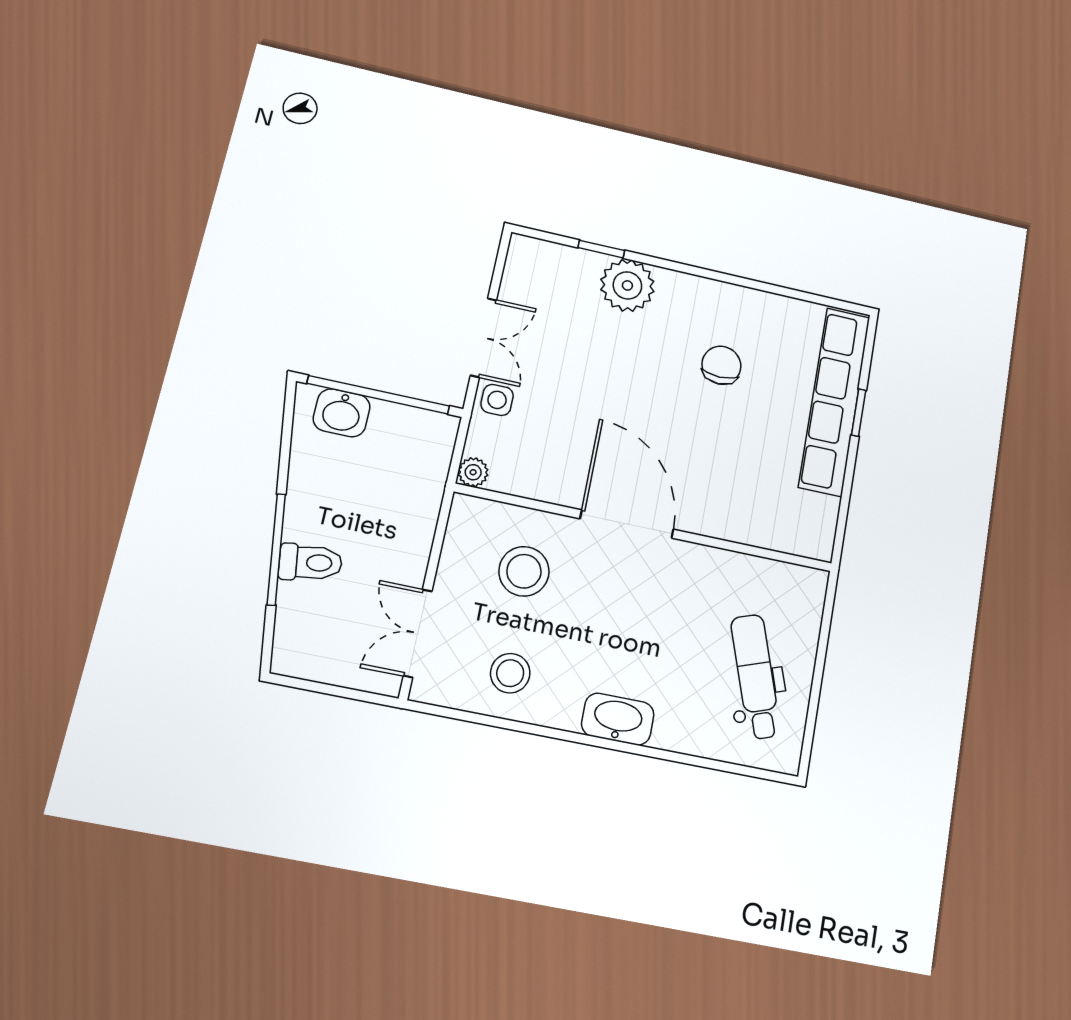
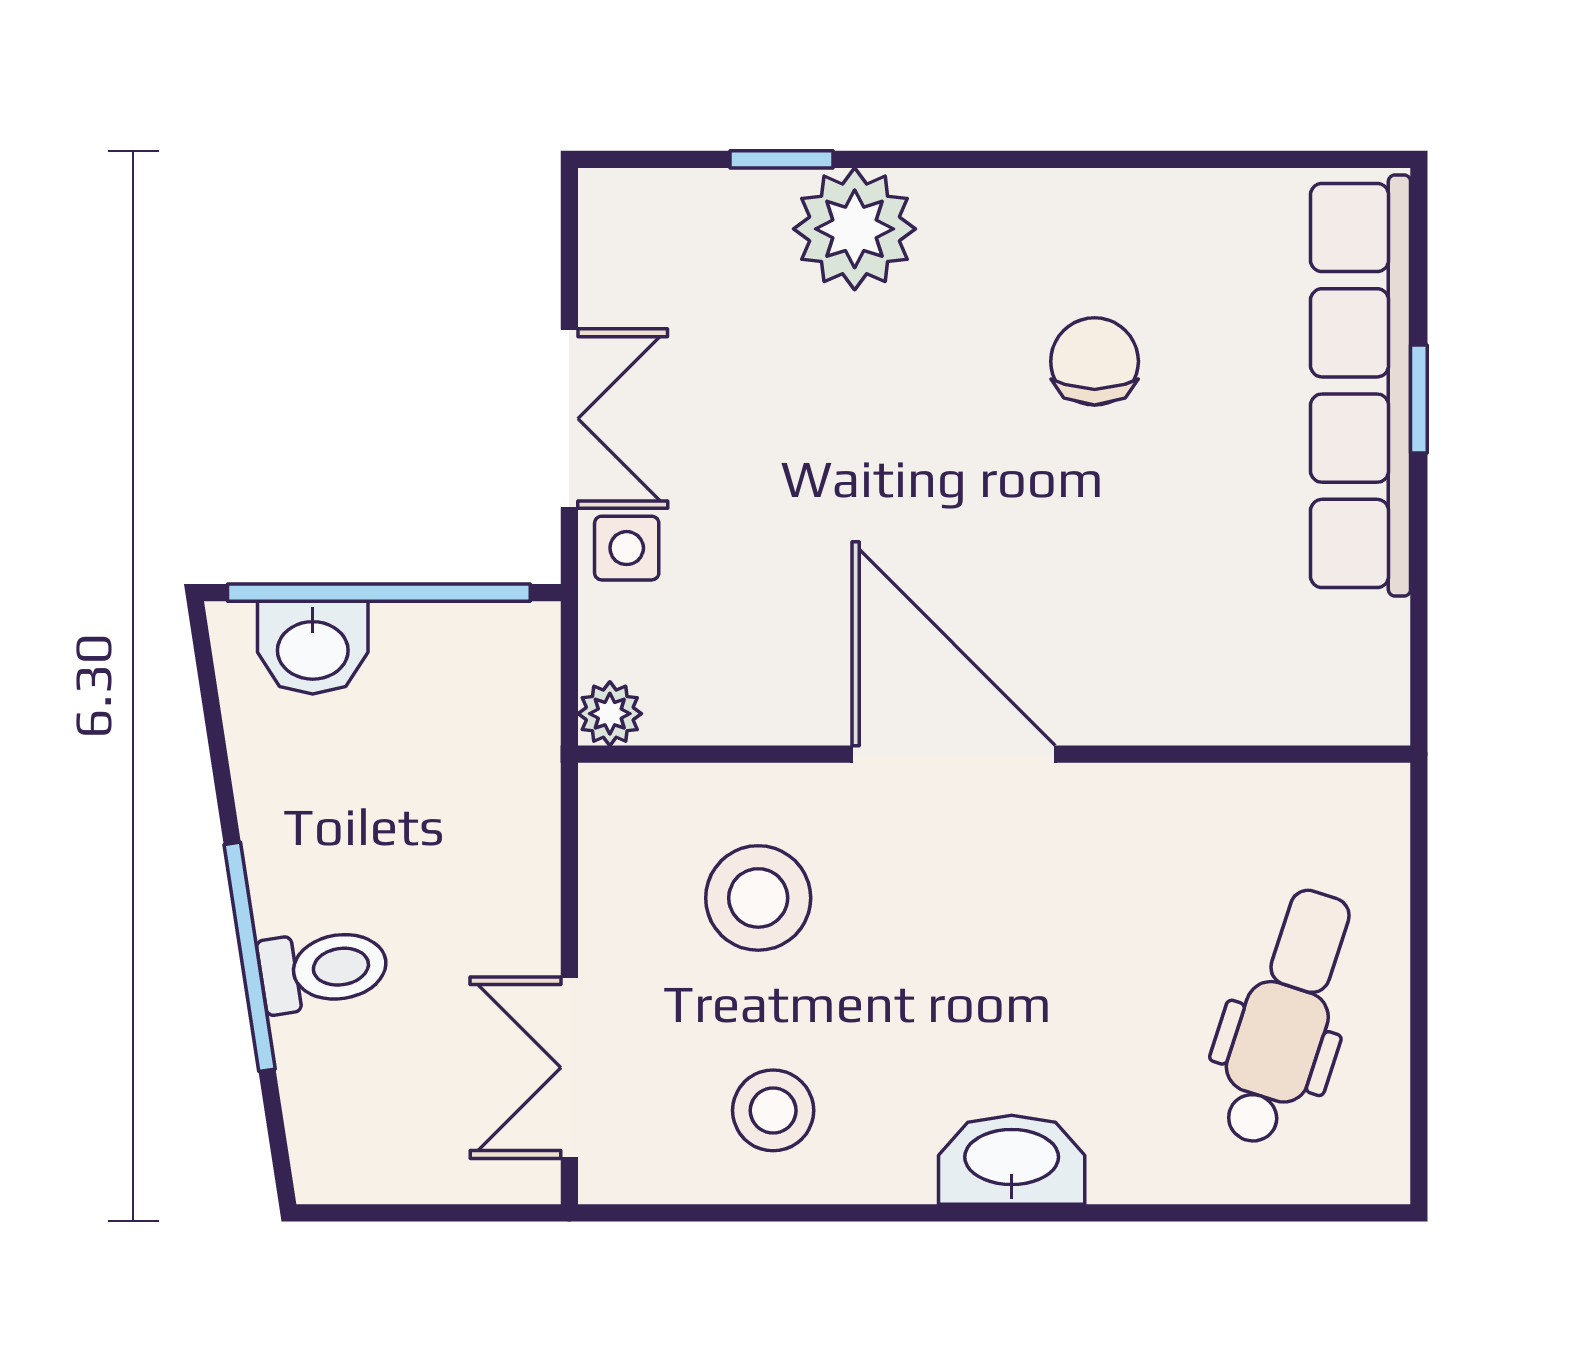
dental chair: (756, 677) -> (1285, 1017), turned 37

